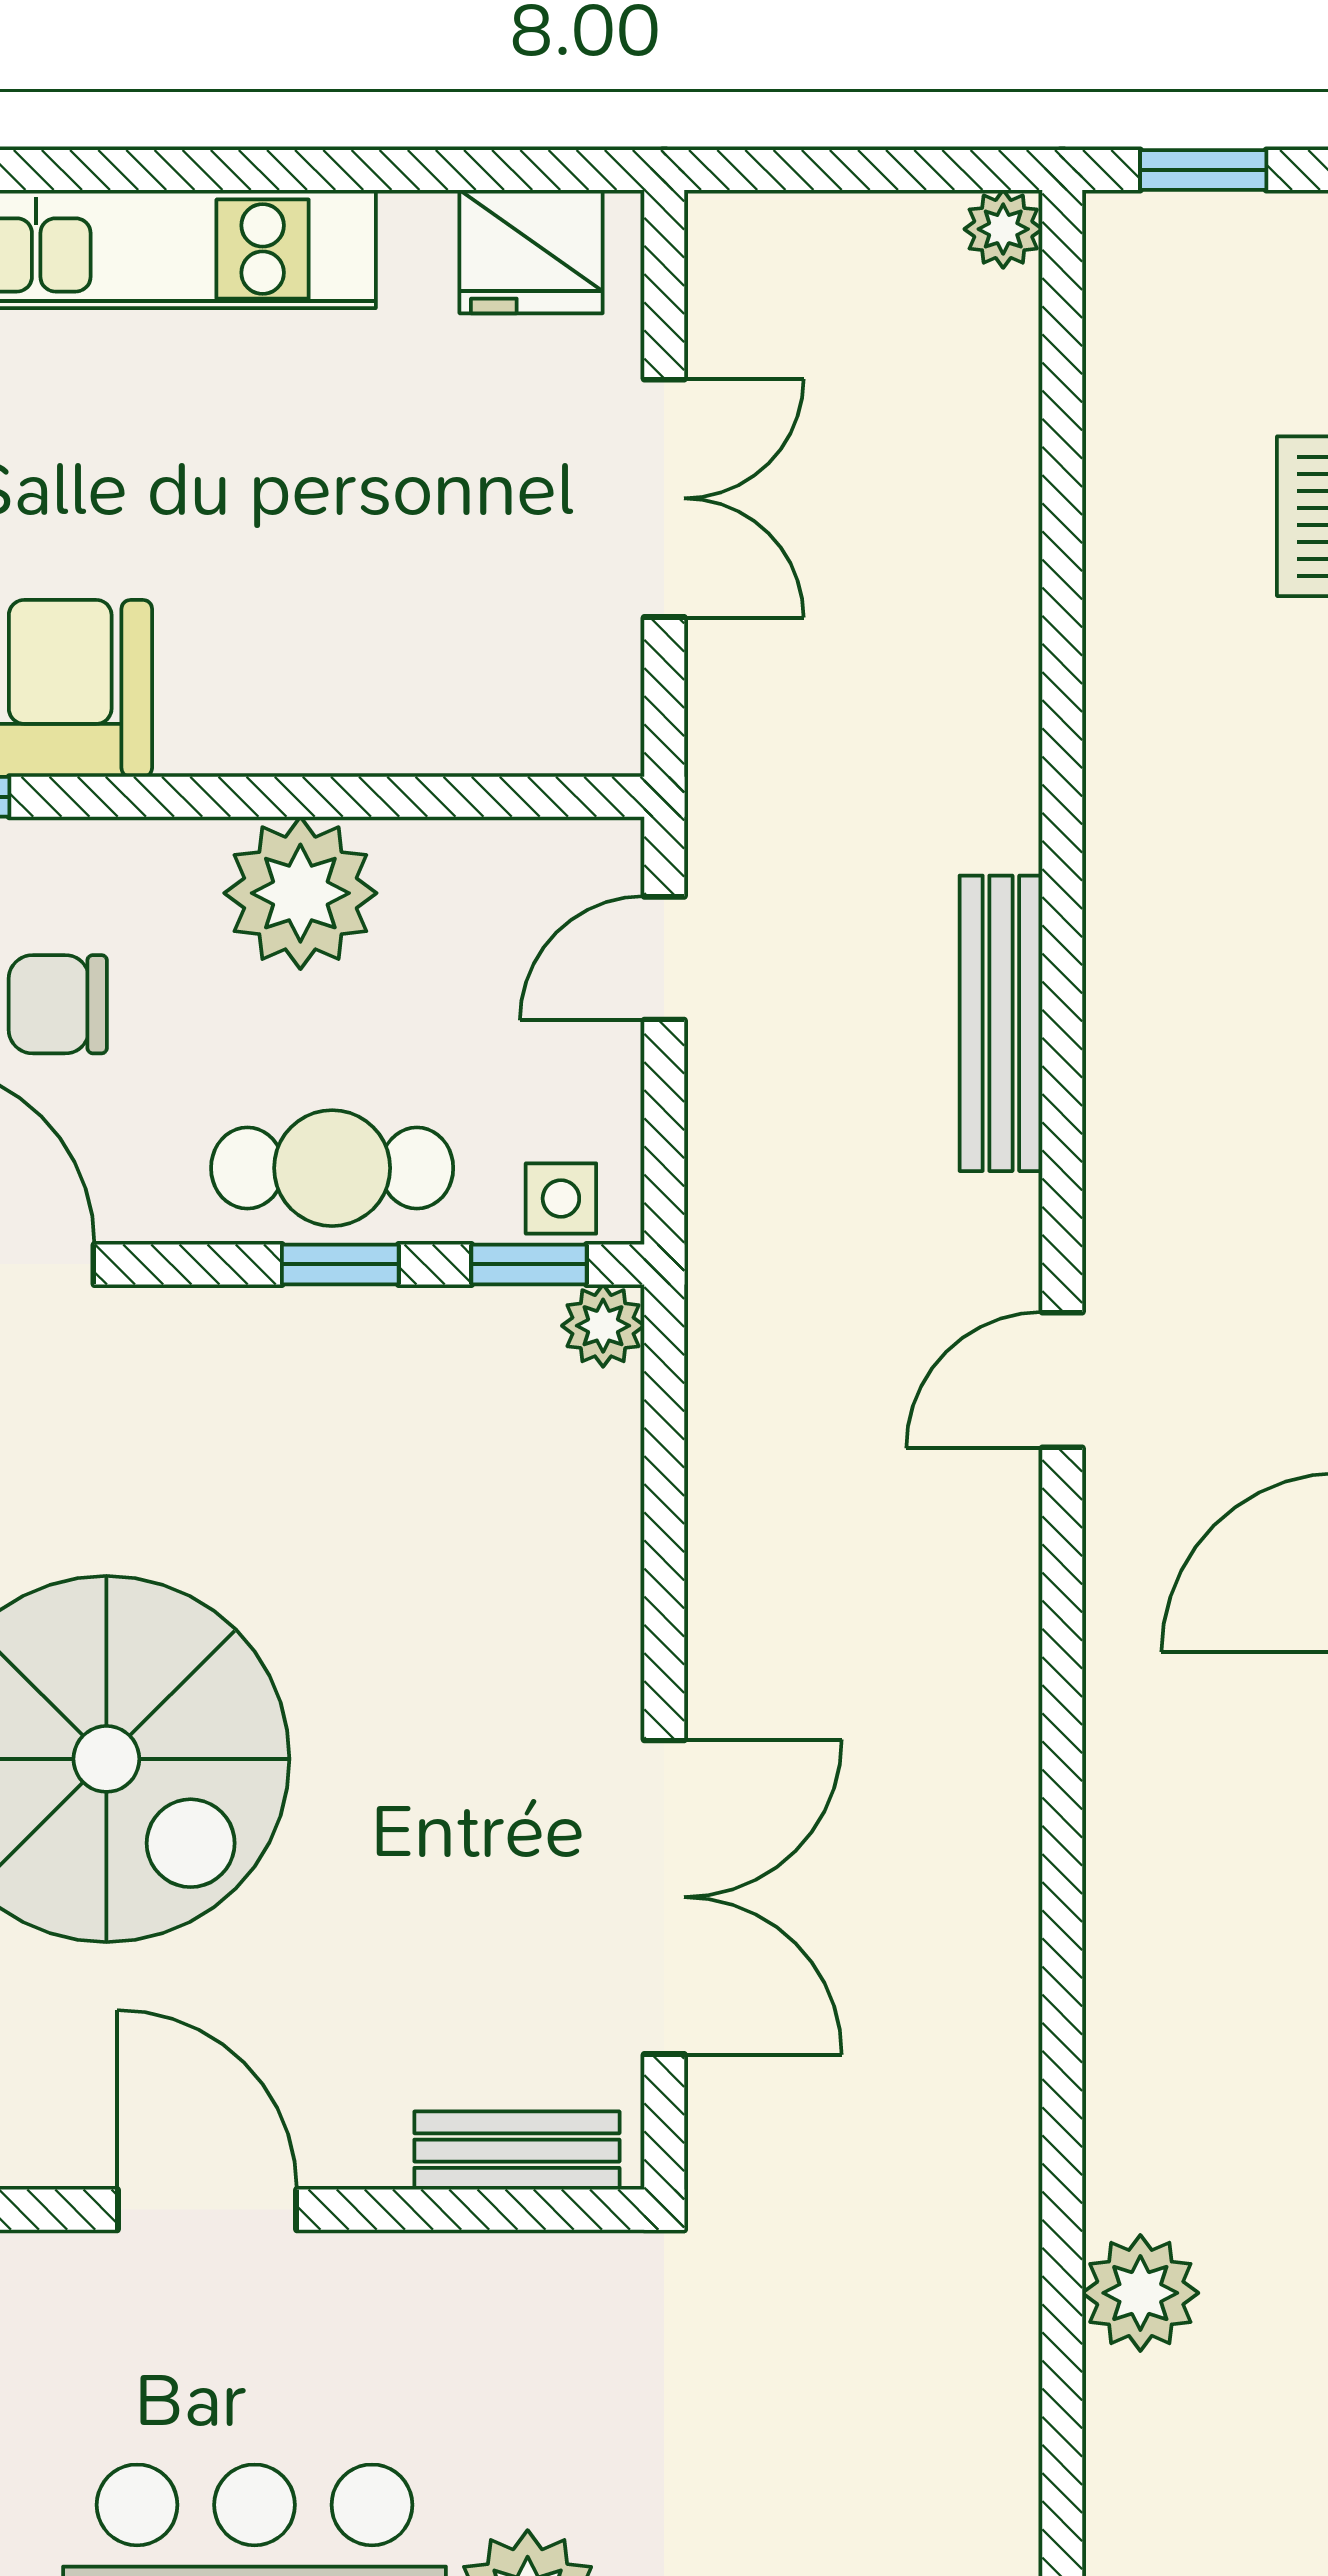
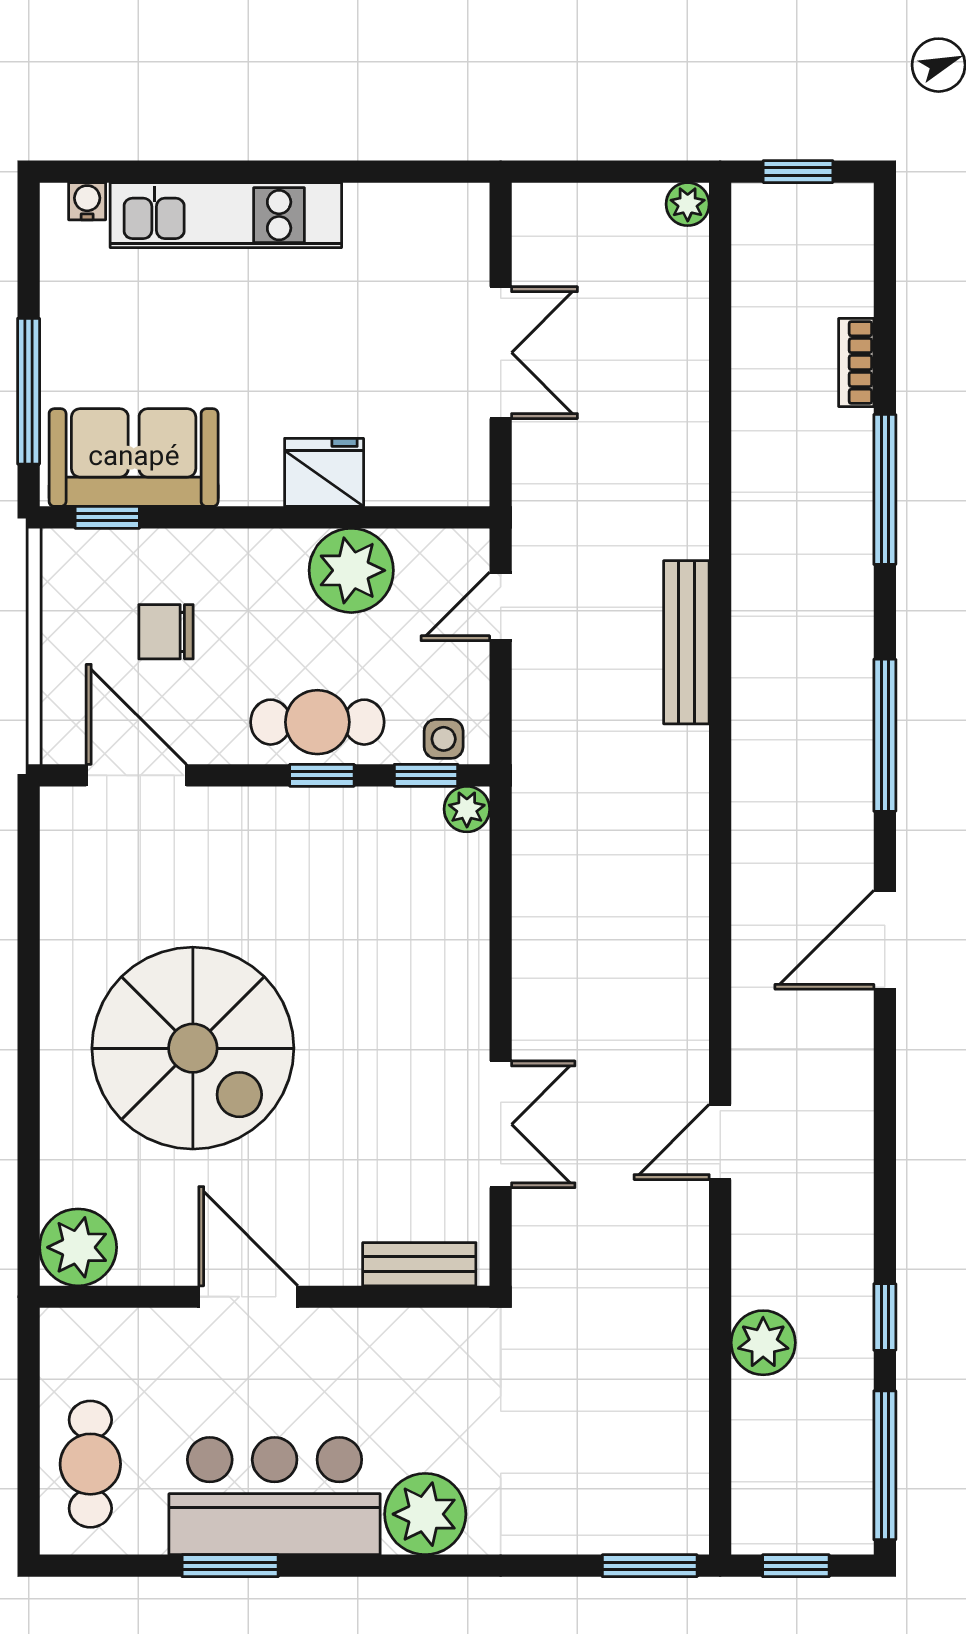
fridge: (531, 252) -> (324, 472), moved, turned 180
plant: (300, 893) -> (351, 570), moved
door: (1062, 1380) -> (720, 1142), moved
double door: (664, 1897) -> (501, 1124), width x0.73

